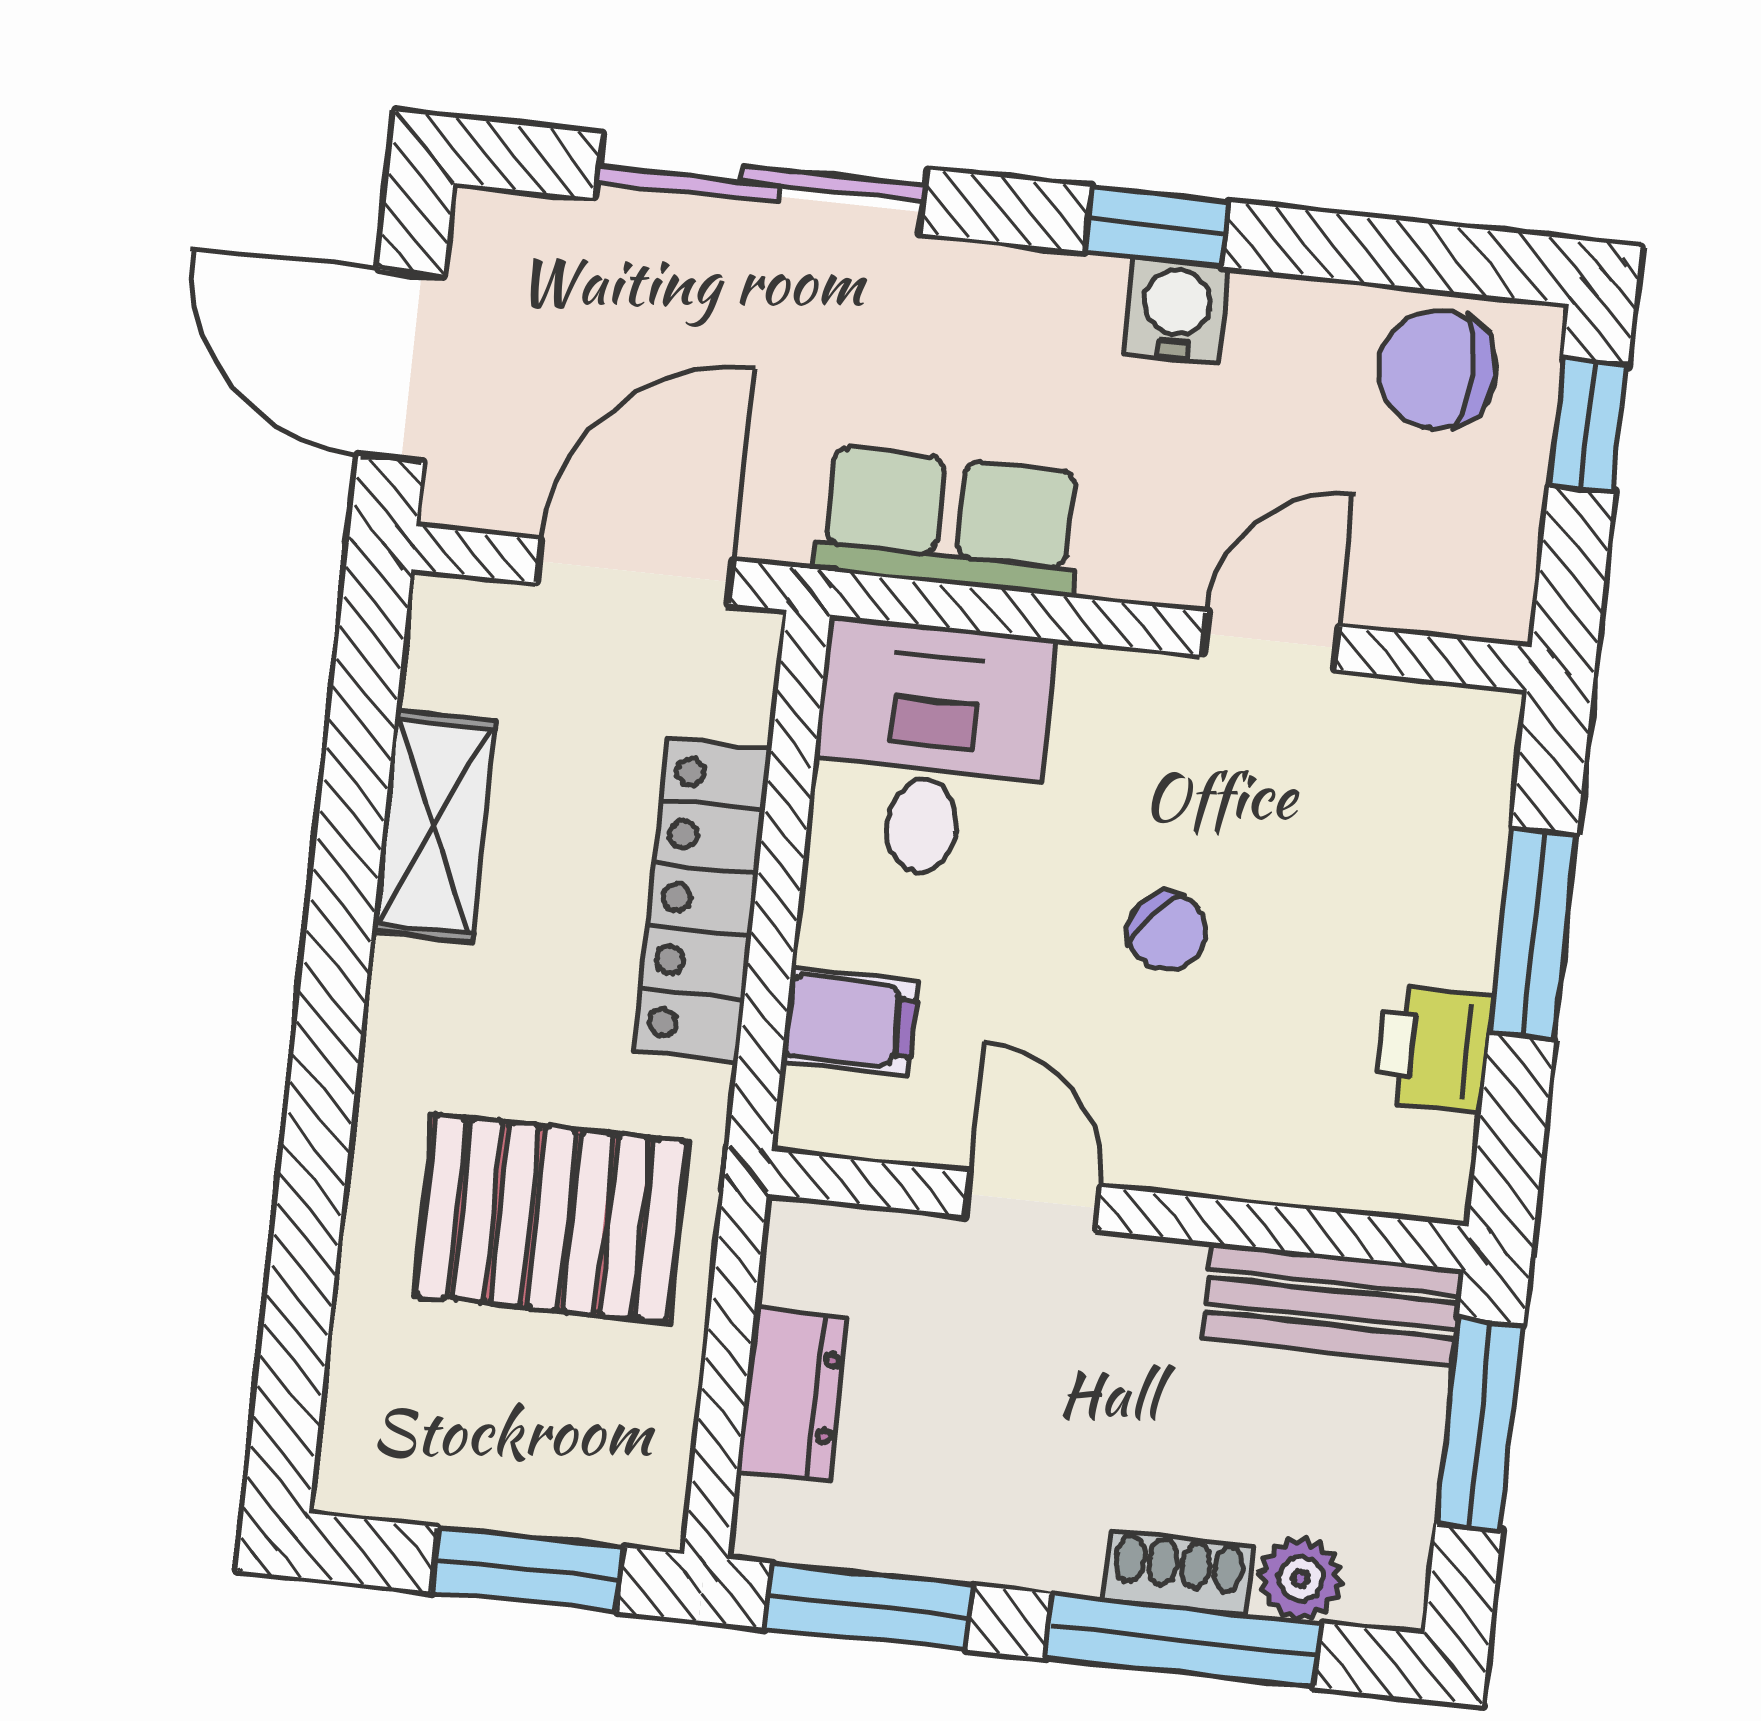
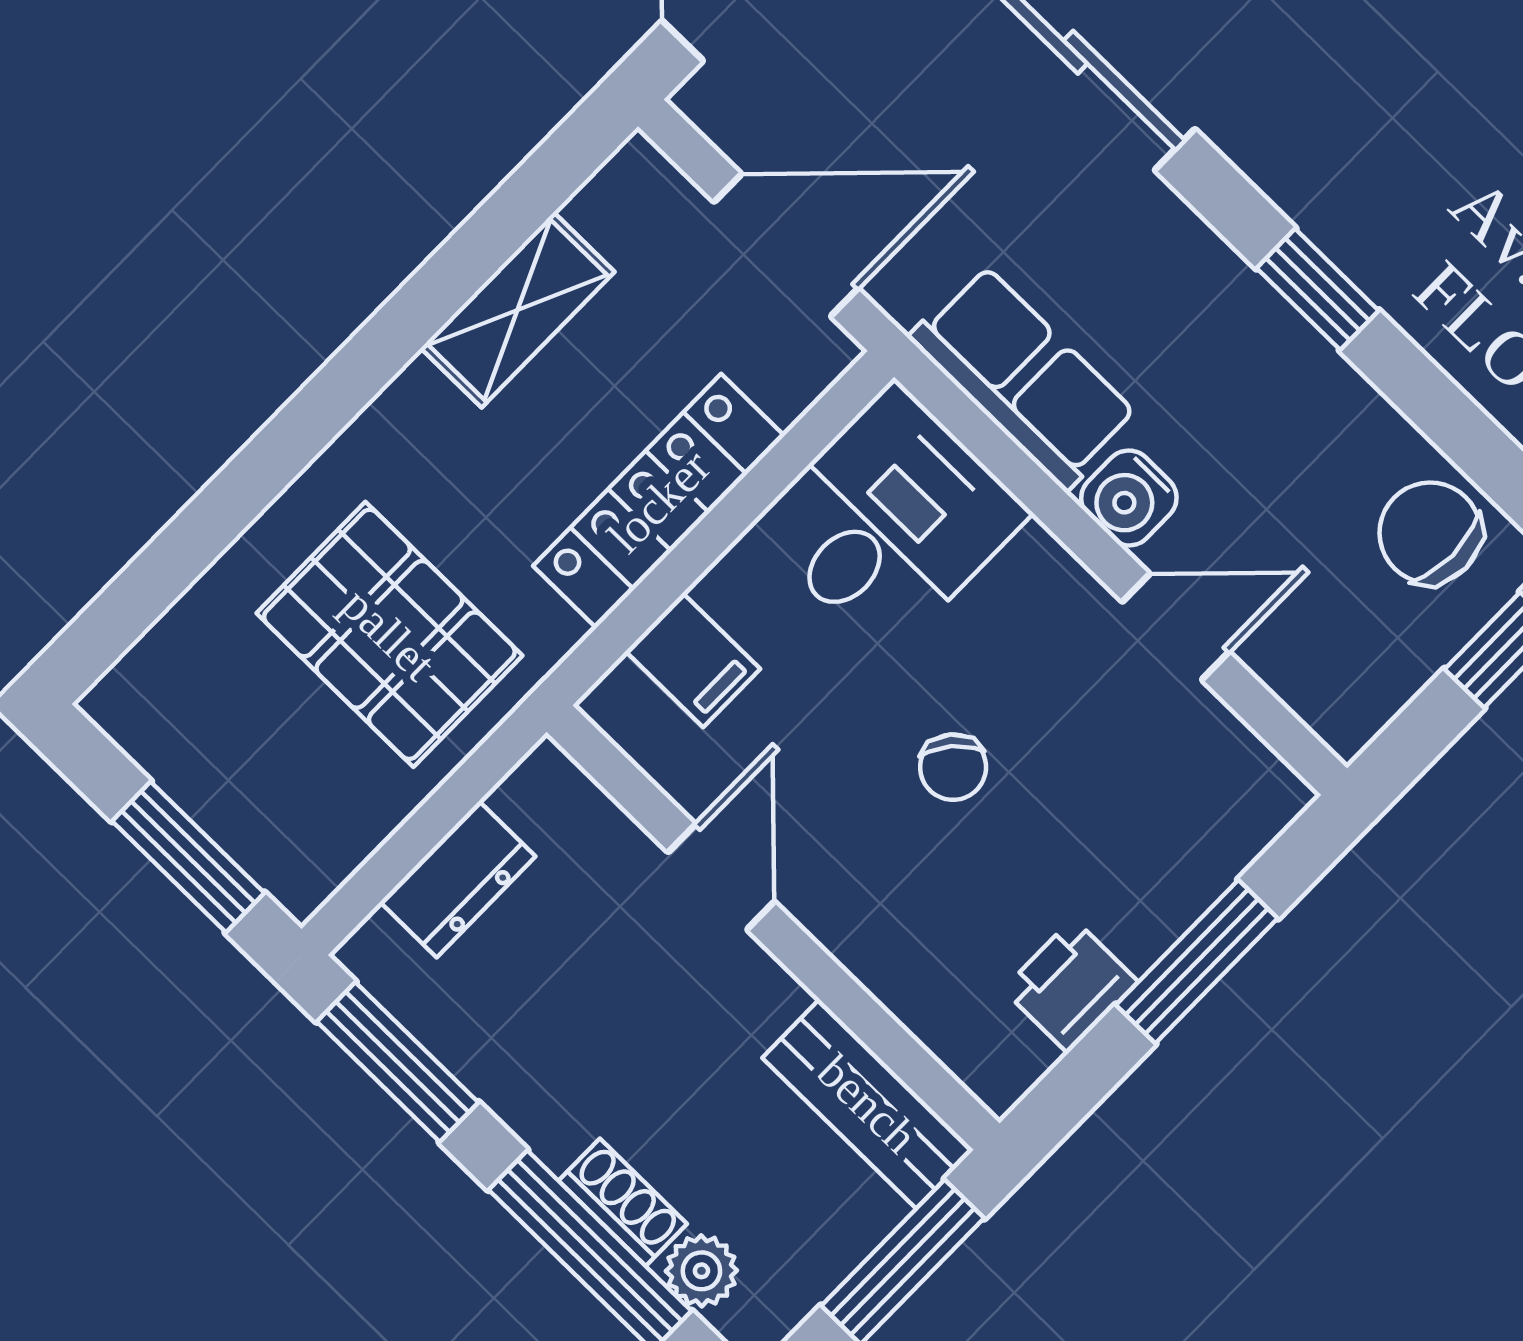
water cooler: (1176, 310) -> (1129, 498), moved, turned 180

